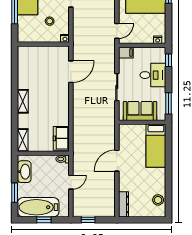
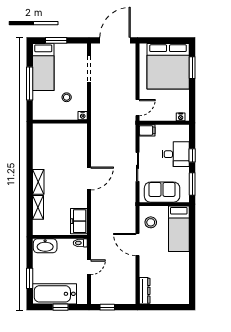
window: (169, 60) -> (192, 155), moved
door: (71, 72) -> (89, 178), moved
shelving: (23, 140) -> (38, 207), moved
door: (117, 161) -> (138, 245), hinge flipped
washbasin: (24, 172) -> (45, 246), moved, turned 90
stool: (158, 200) -> (151, 222), moved

